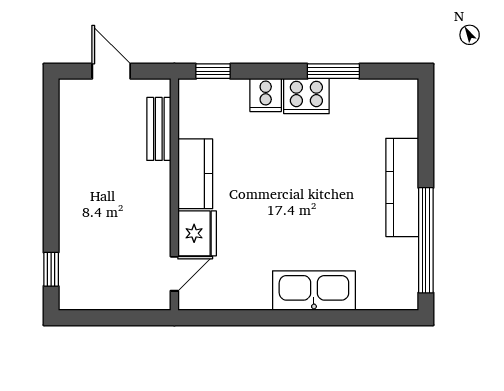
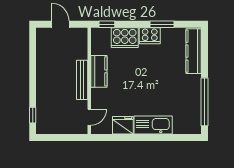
cooker: (266, 95) -> (125, 38), width x1.87, depth x1.31
bench: (159, 129) -> (82, 80), moved, width x1.36
kitchen counter: (402, 187) -> (194, 51), moved
fridge: (197, 233) -> (123, 125), moved, turned -90

